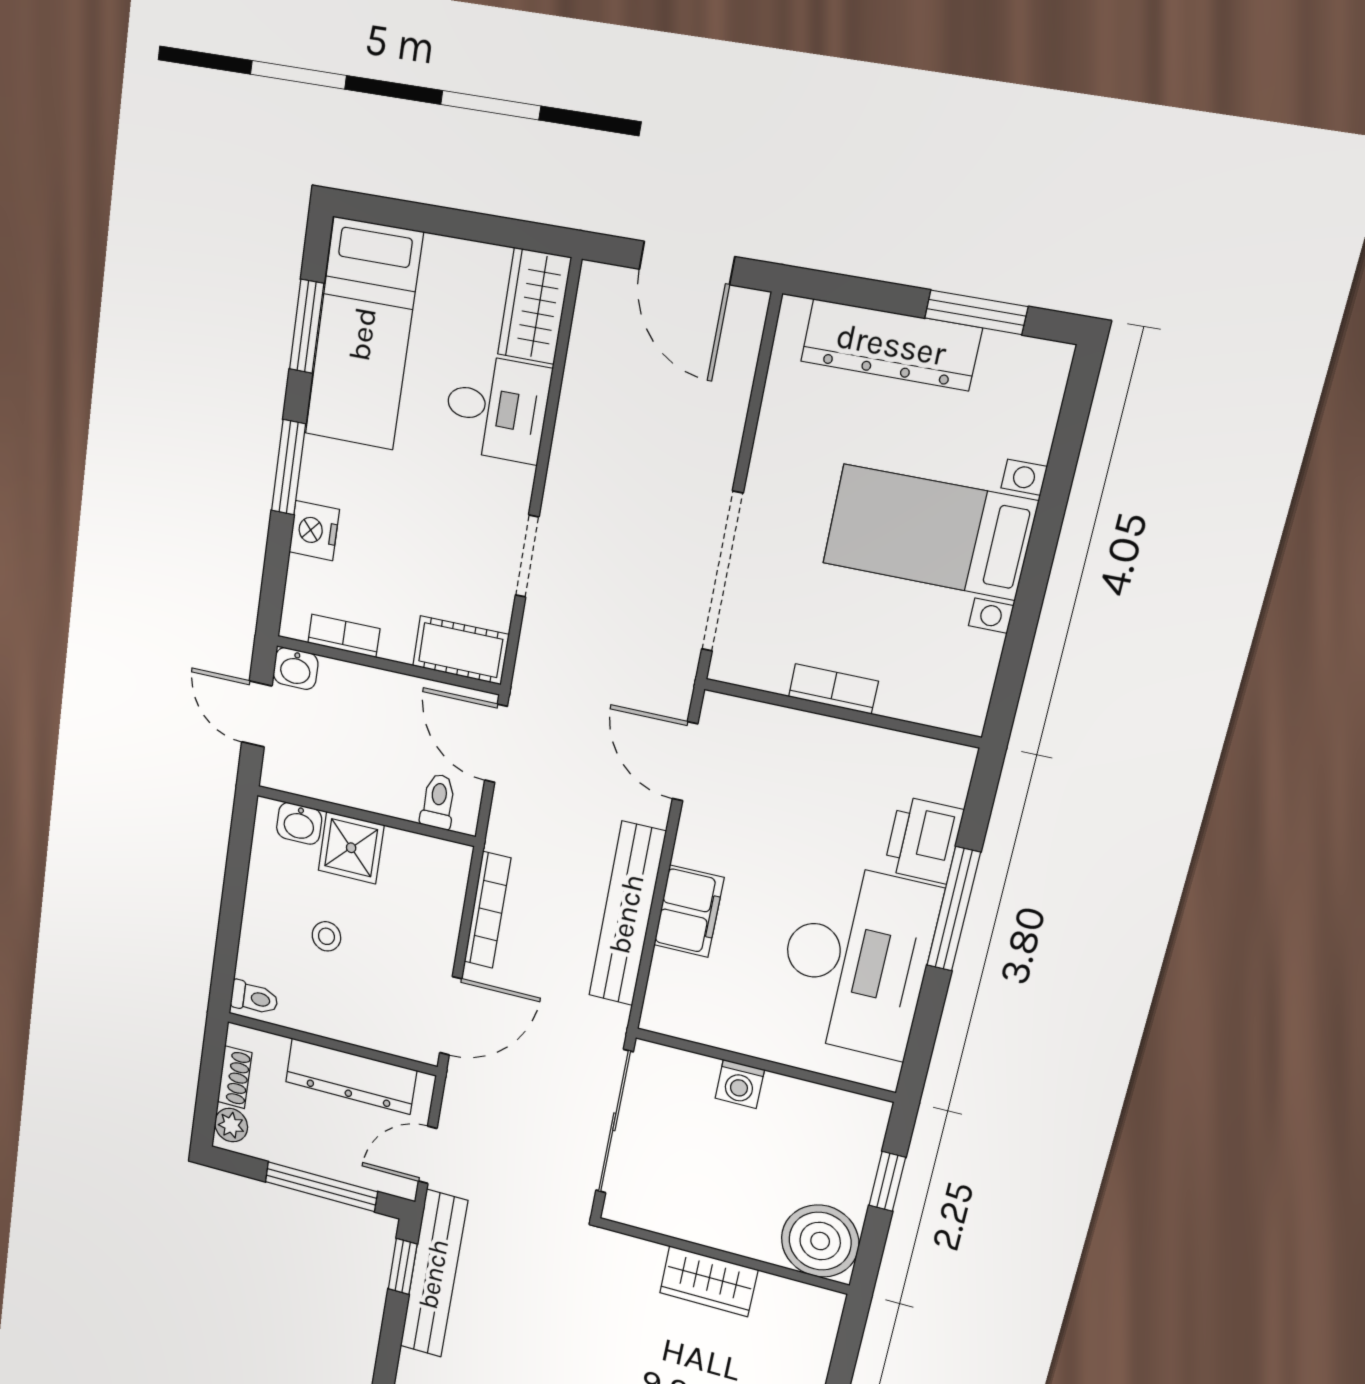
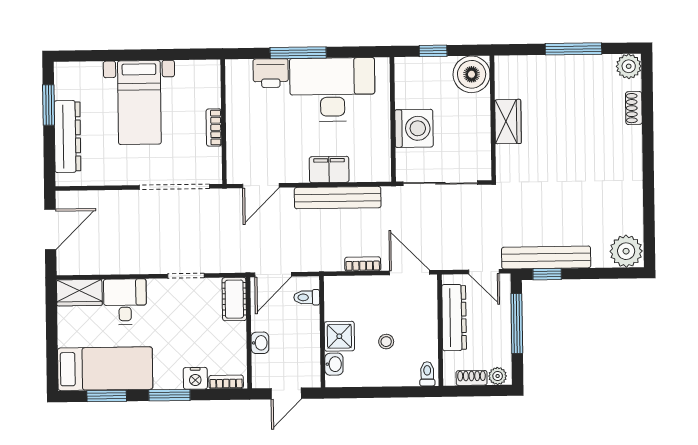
bookcase: (344, 636) -> (226, 382), moved, turned 90
washbasin: (296, 669) -> (260, 343), moved
bookcase: (488, 910) -> (363, 264), width x0.64
washing machine: (740, 1084) -> (414, 128), width x1.89, depth x1.89

